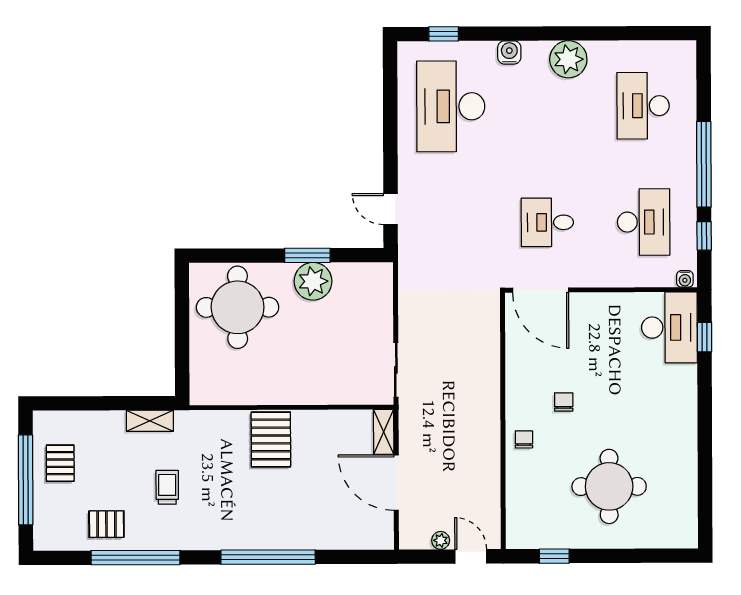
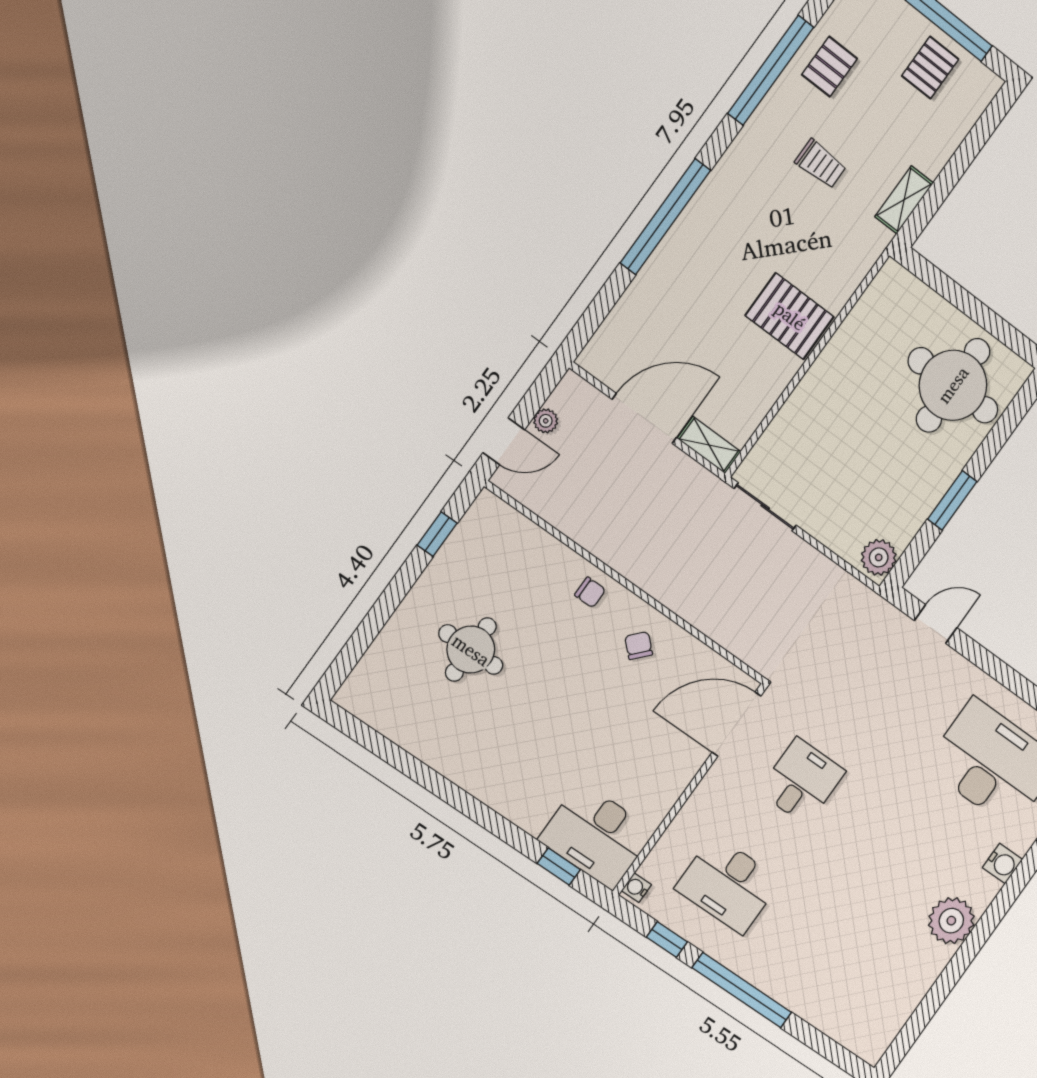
desk: (643, 106) -> (848, 967), removed
plant: (313, 281) -> (879, 557), moved, width x0.73, depth x0.73
chair: (564, 402) -> (639, 646), moved, turned -137
pallet: (60, 463) -> (930, 67), turned 90
round table: (609, 486) -> (471, 650), width x0.73, depth x0.73

